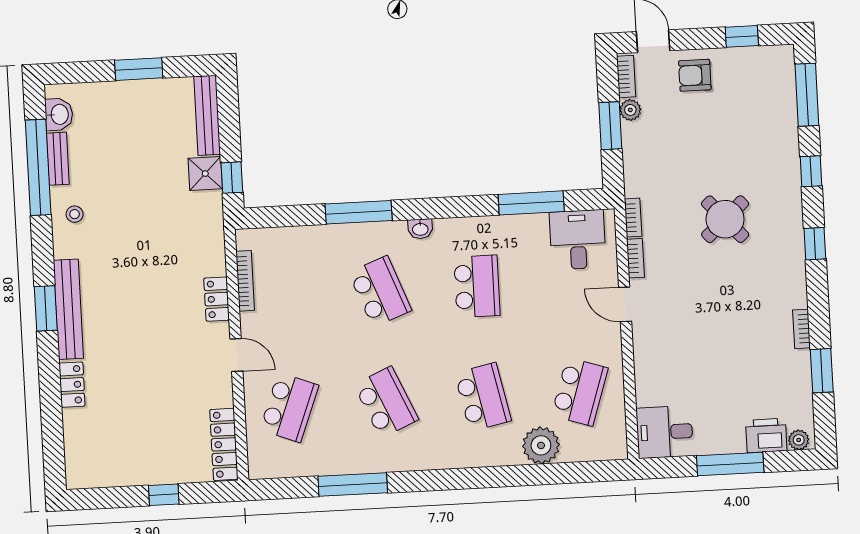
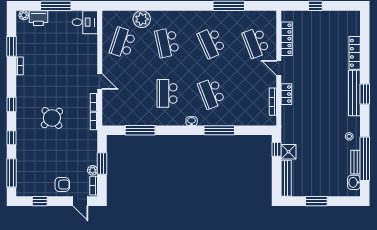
desk: (578, 240) -> (120, 112), removed
locker: (72, 385) -> (355, 53), width x1.53
school desk: (289, 407) -> (256, 43), turned -42
locker: (224, 444) -> (287, 39), moved

